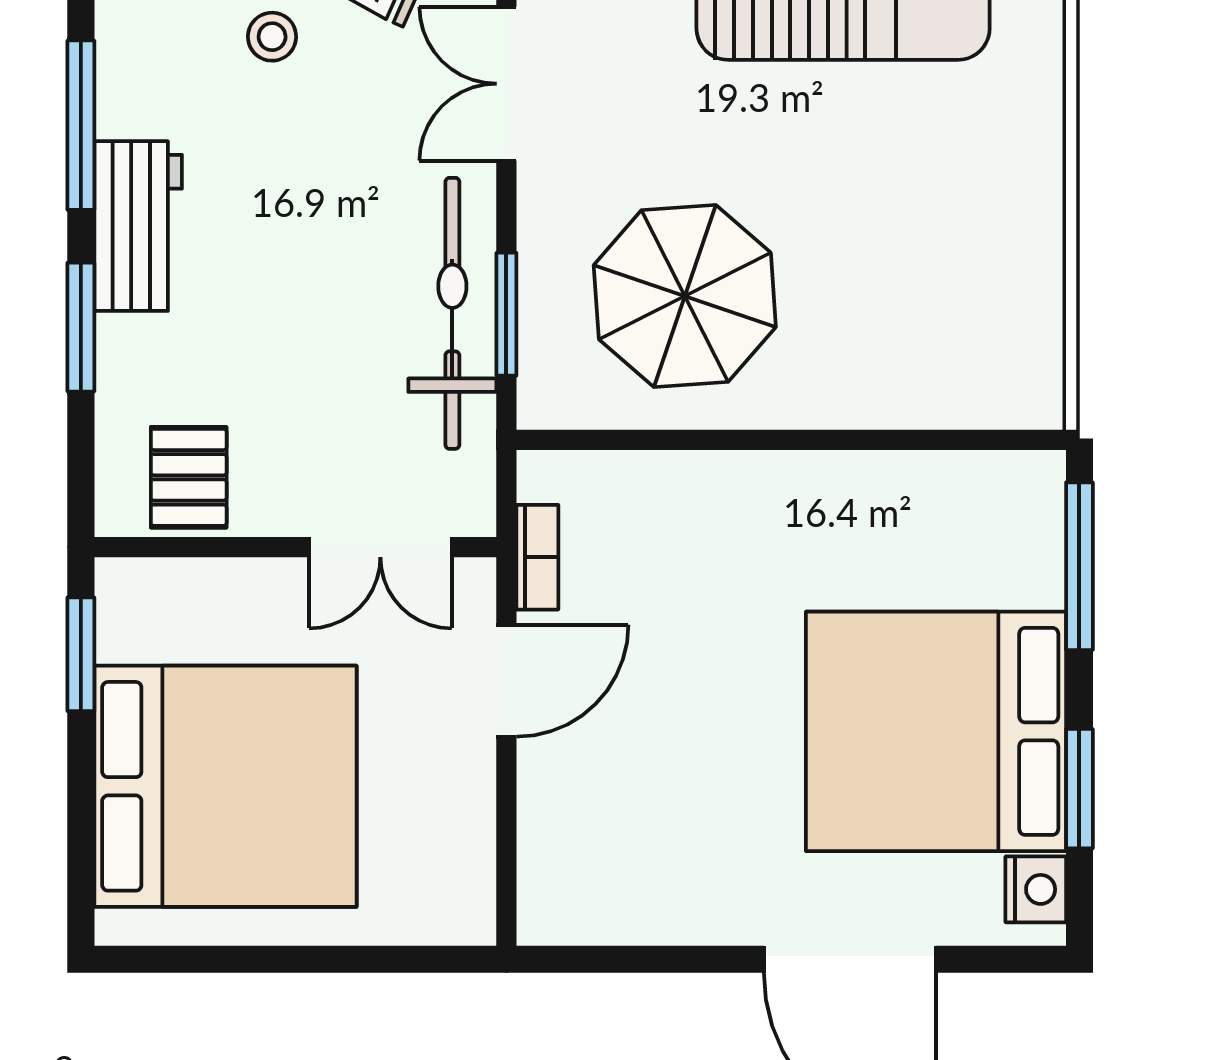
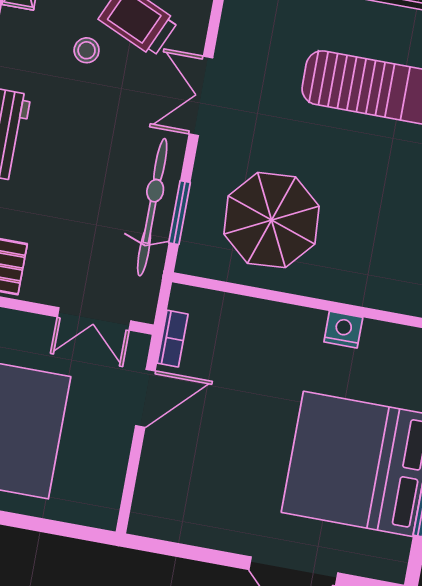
nightstand: (1036, 889) -> (343, 330), moved, turned -90

